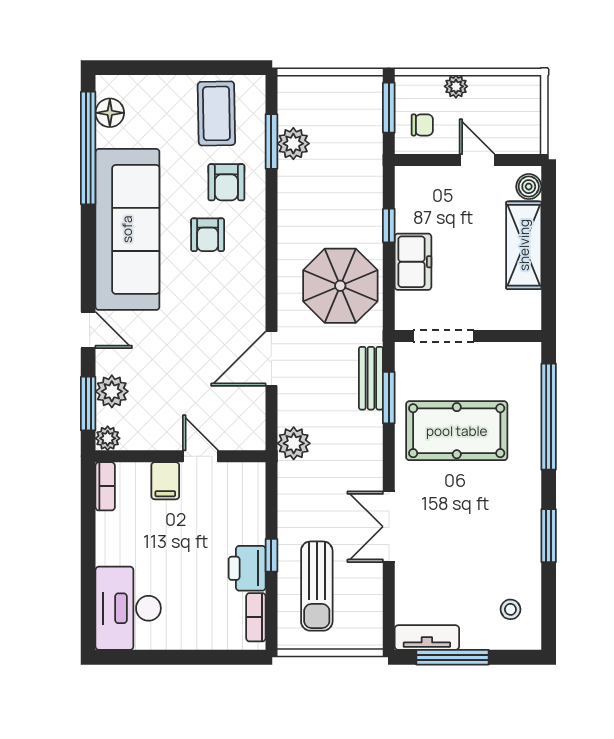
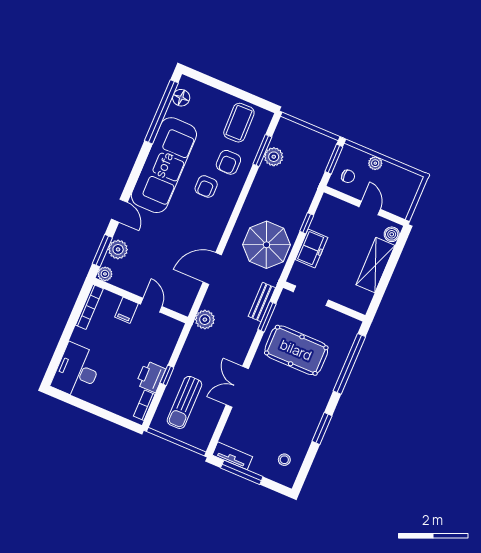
bookcase: (105, 486) -> (89, 307), width x1.56

